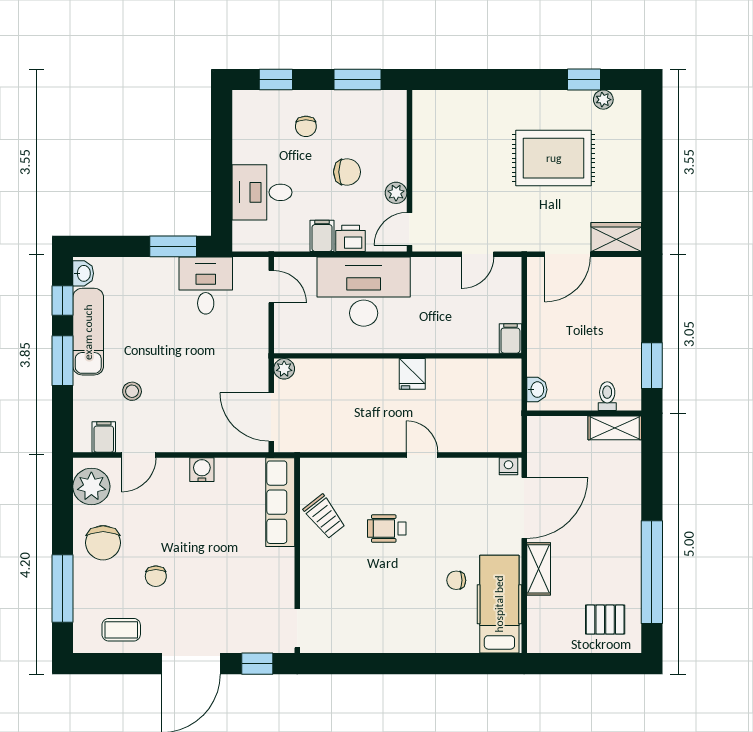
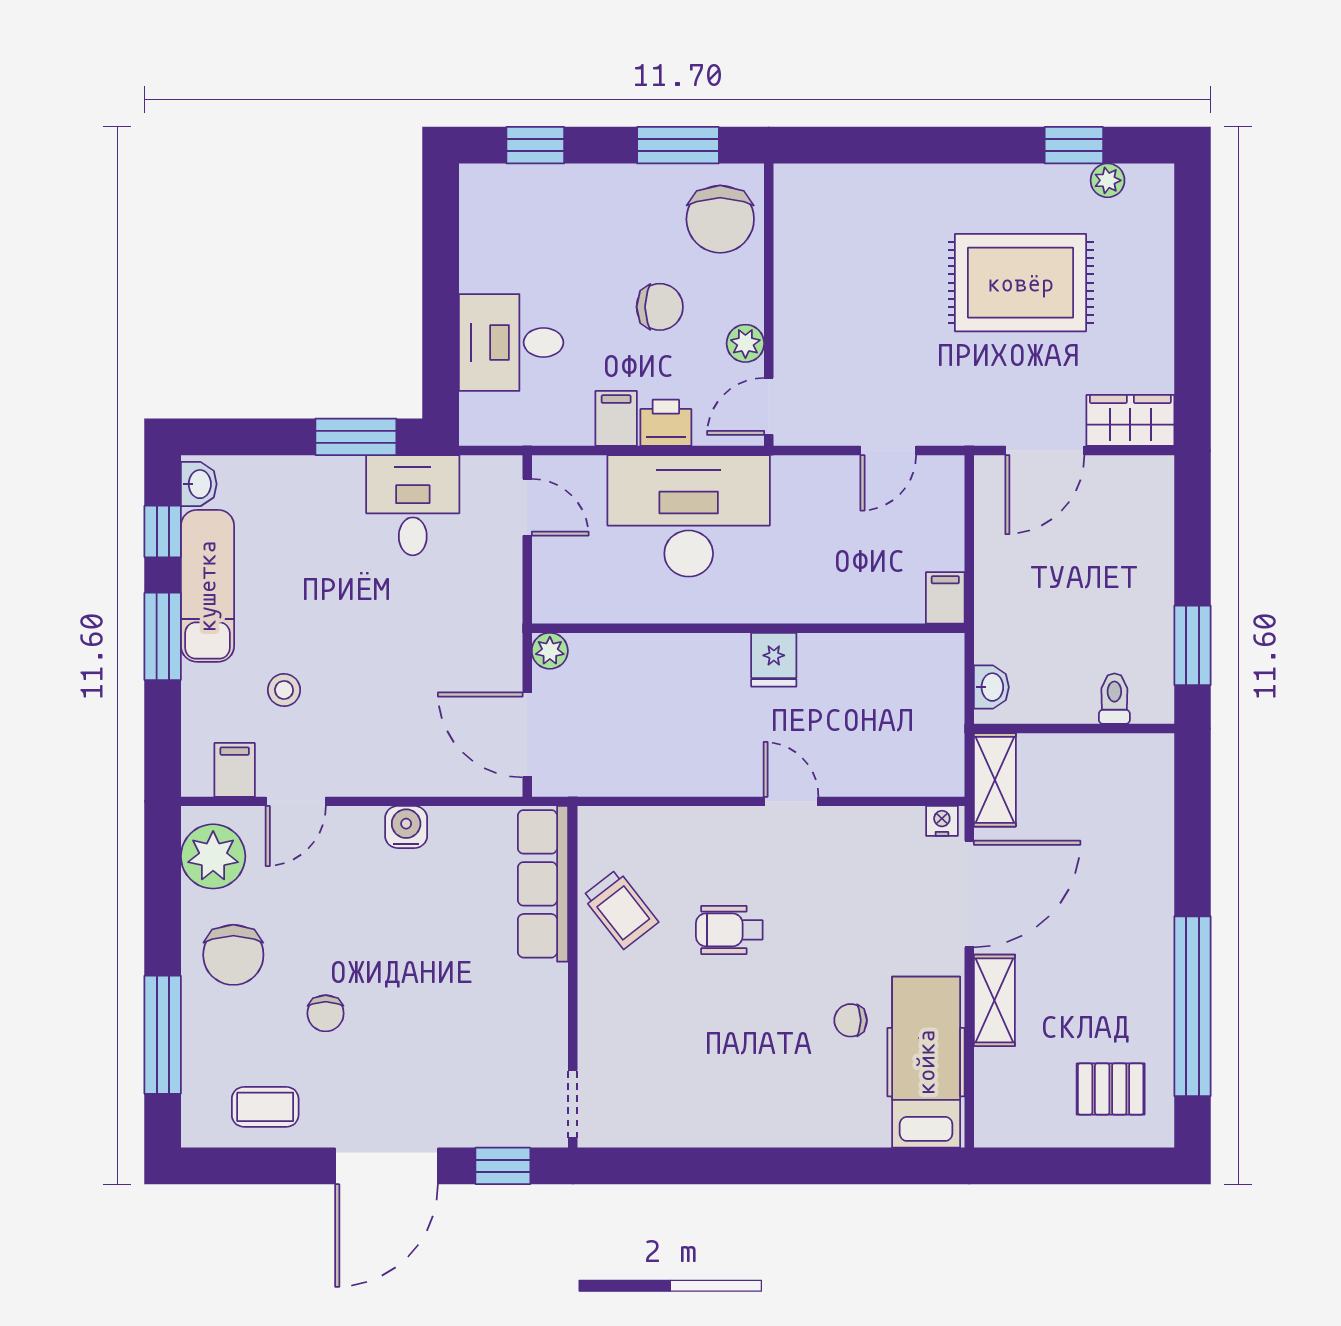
chair: (306, 126) -> (720, 219), moved, width x1.87, depth x1.87
shelving: (615, 428) -> (995, 780), moved, turned 90

